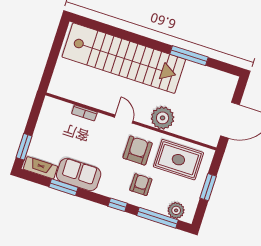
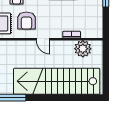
plant: (163, 118) -> (83, 49), moved

